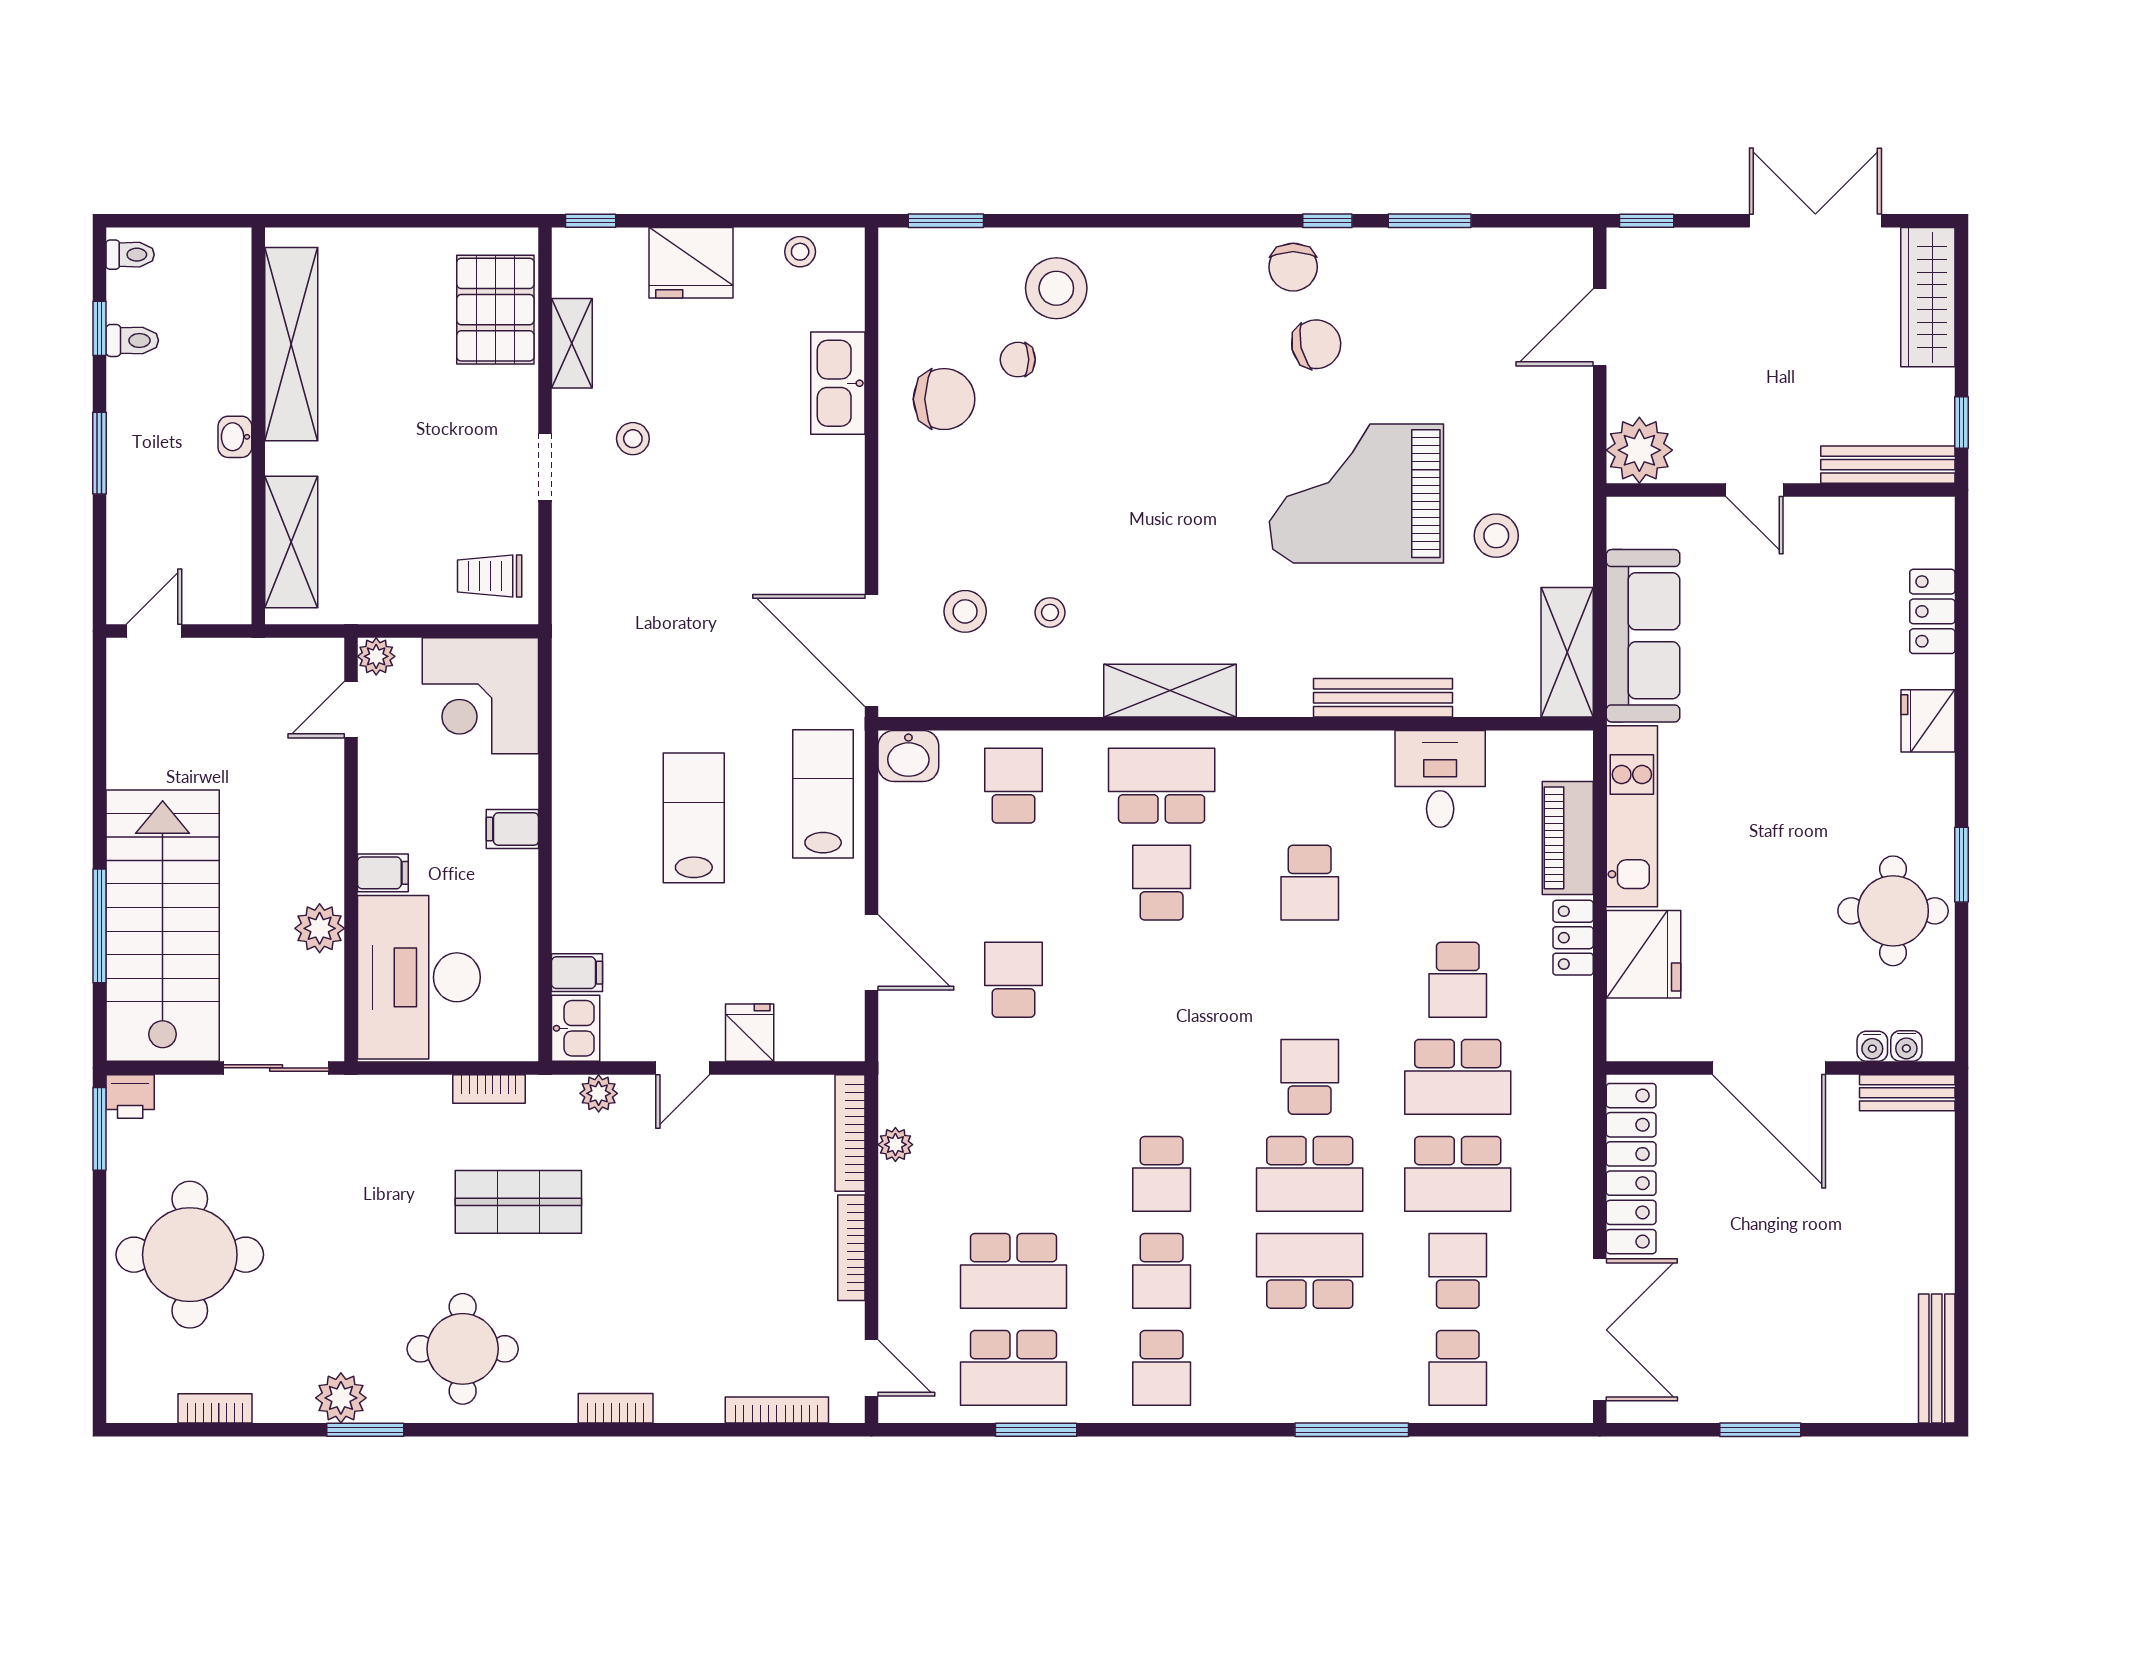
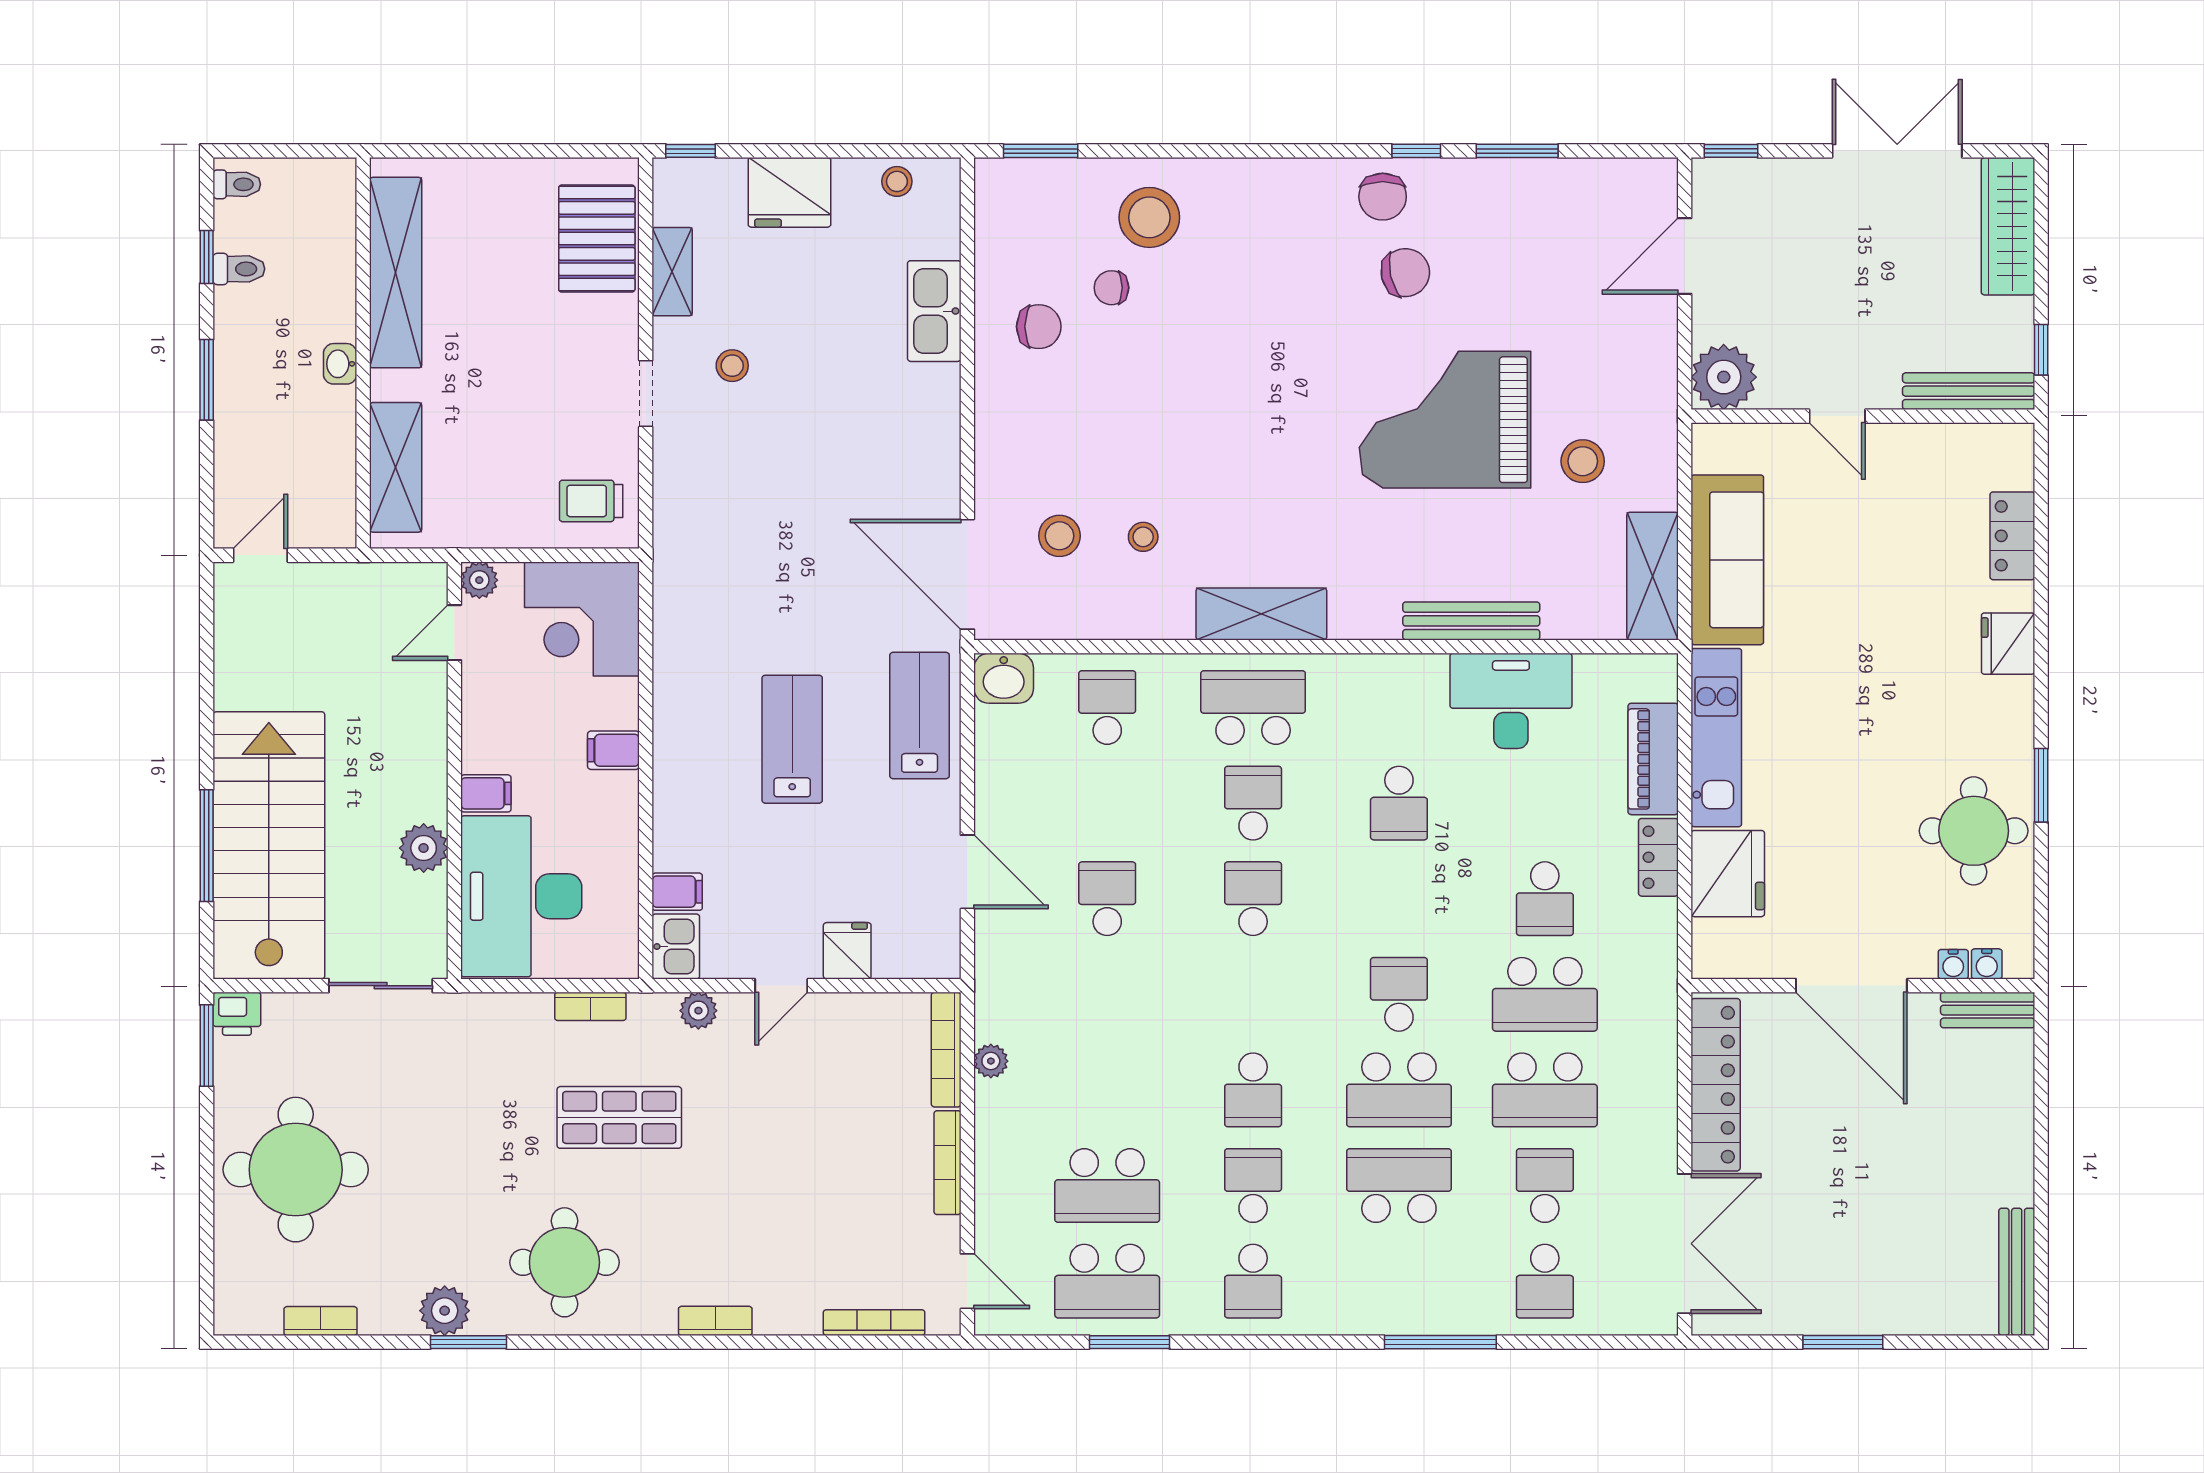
chair: (944, 399) -> (1039, 327), width x0.73, depth x0.73
desk: (1440, 779) -> (1511, 701), width x1.37
school desk: (1162, 980) -> (1253, 899), added
school desk: (1162, 1271) -> (1253, 1186), turned 180

